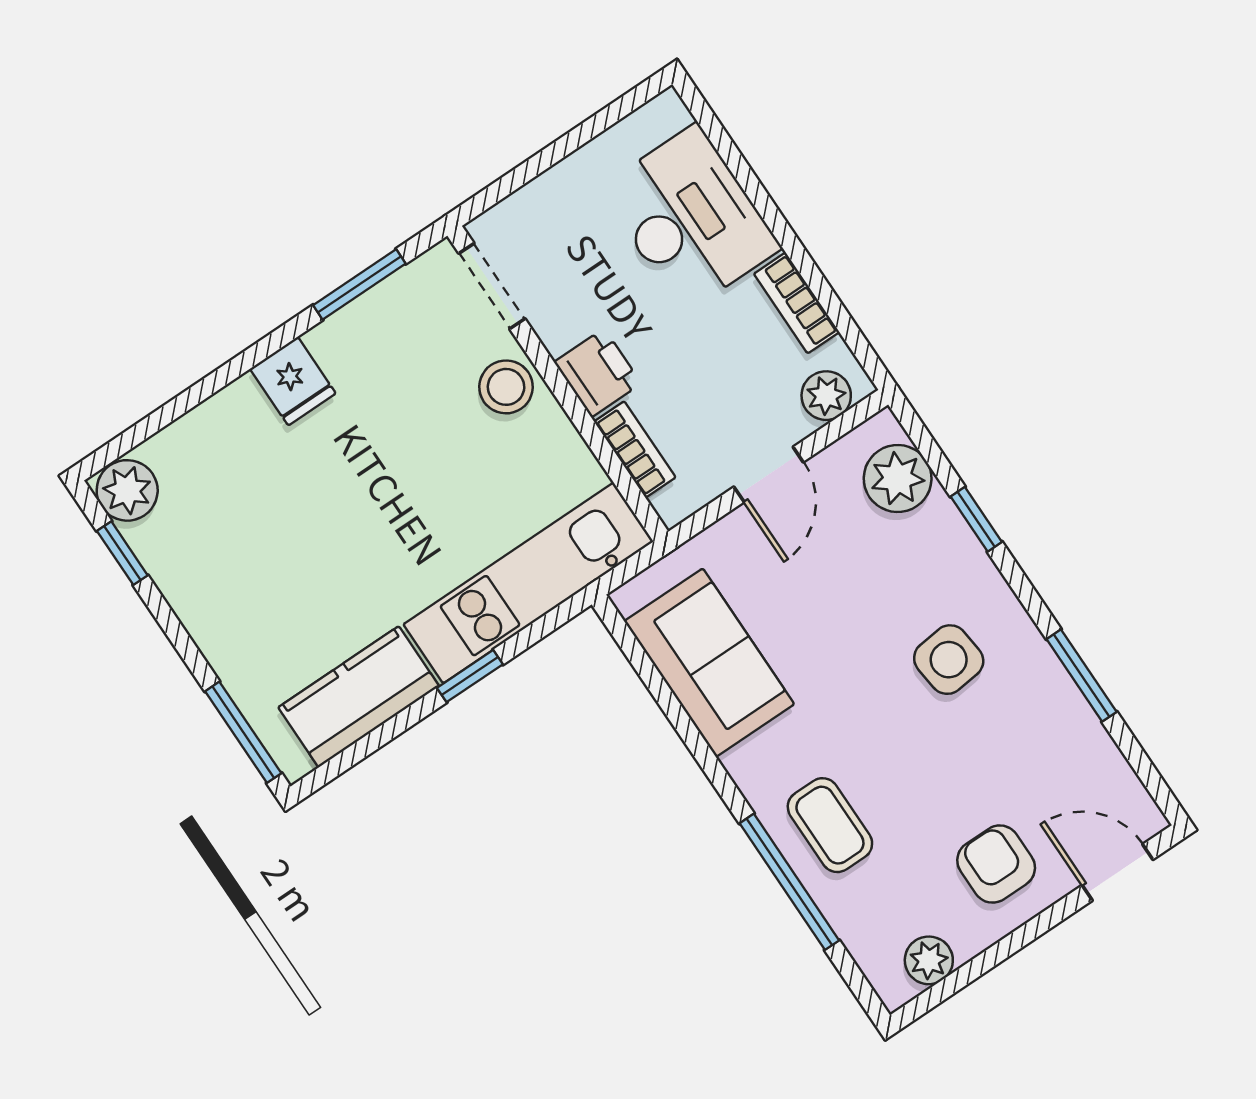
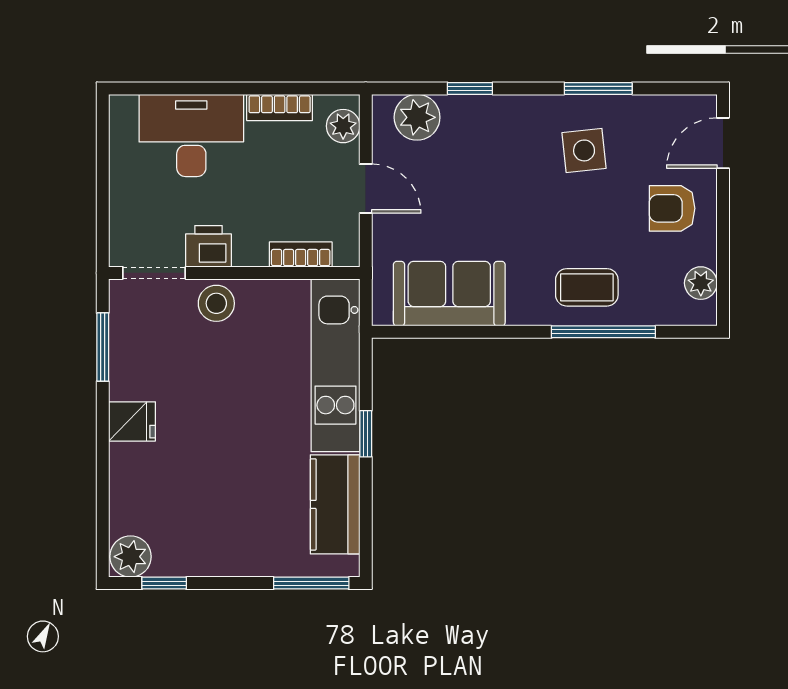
printer: (598, 373) -> (208, 246), moved
side table: (949, 660) -> (584, 150), moved

